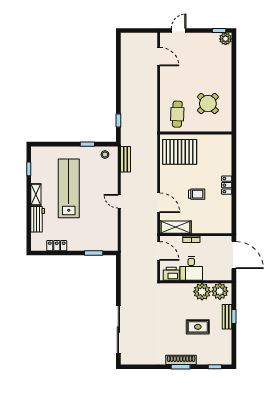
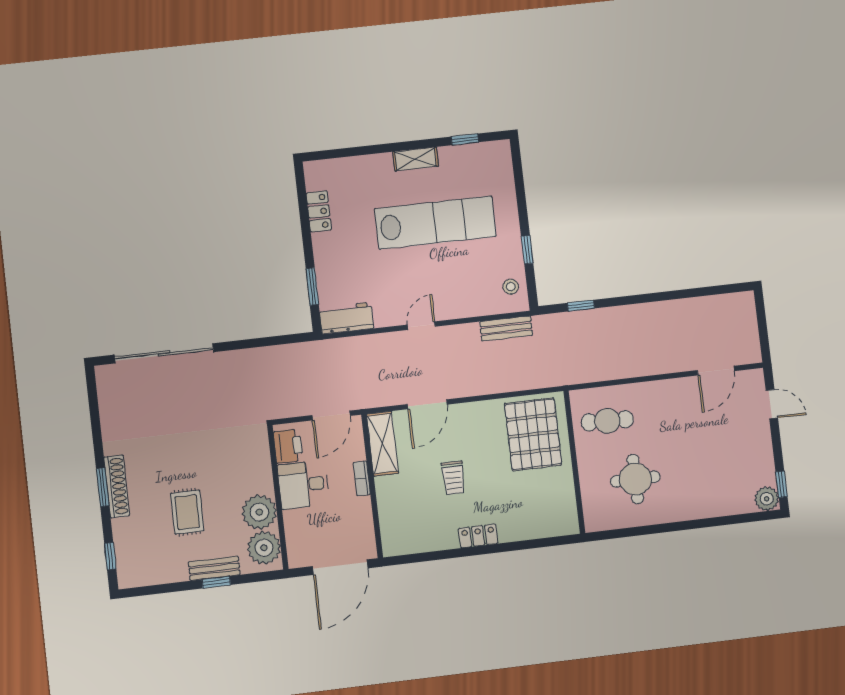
round table: (208, 104) -> (635, 479), turned 45
workbench: (38, 219) -> (346, 318), moved, turned 180

